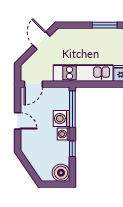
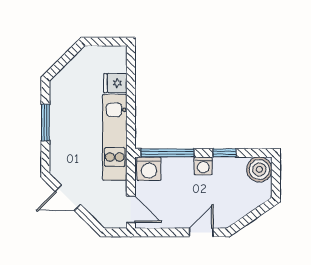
window: (105, 25) -> (45, 123), moved
washing machine: (61, 119) -> (149, 169), moved
door: (18, 121) -> (201, 232), moved

